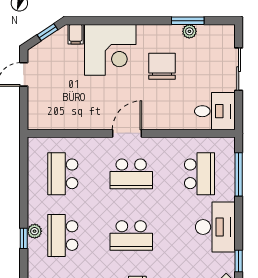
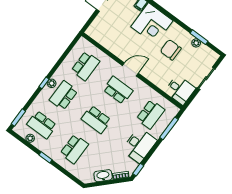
chair: (162, 66) -> (171, 50), turned -90
school desk: (63, 174) -> (85, 66), turned 180
school desk: (131, 174) -> (118, 90), turned 180

